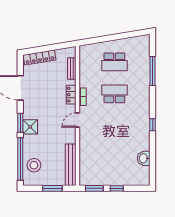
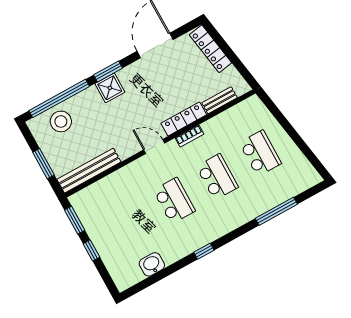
school desk: (114, 62) -> (260, 153), turned 180
locker: (71, 95) -> (184, 119), width x1.53
school desk: (114, 126) -> (174, 201), added

